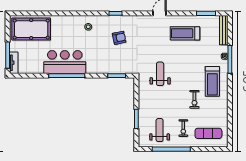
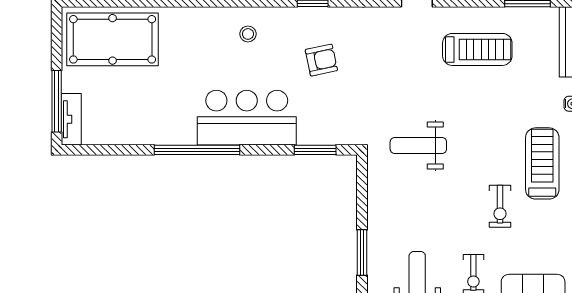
treadmill: (185, 33) -> (477, 49), turned 180
bar counter: (65, 62) -> (247, 118), moved
weight bench: (160, 74) -> (418, 145), turned -90
treadmill: (212, 81) -> (542, 163), turned 180

